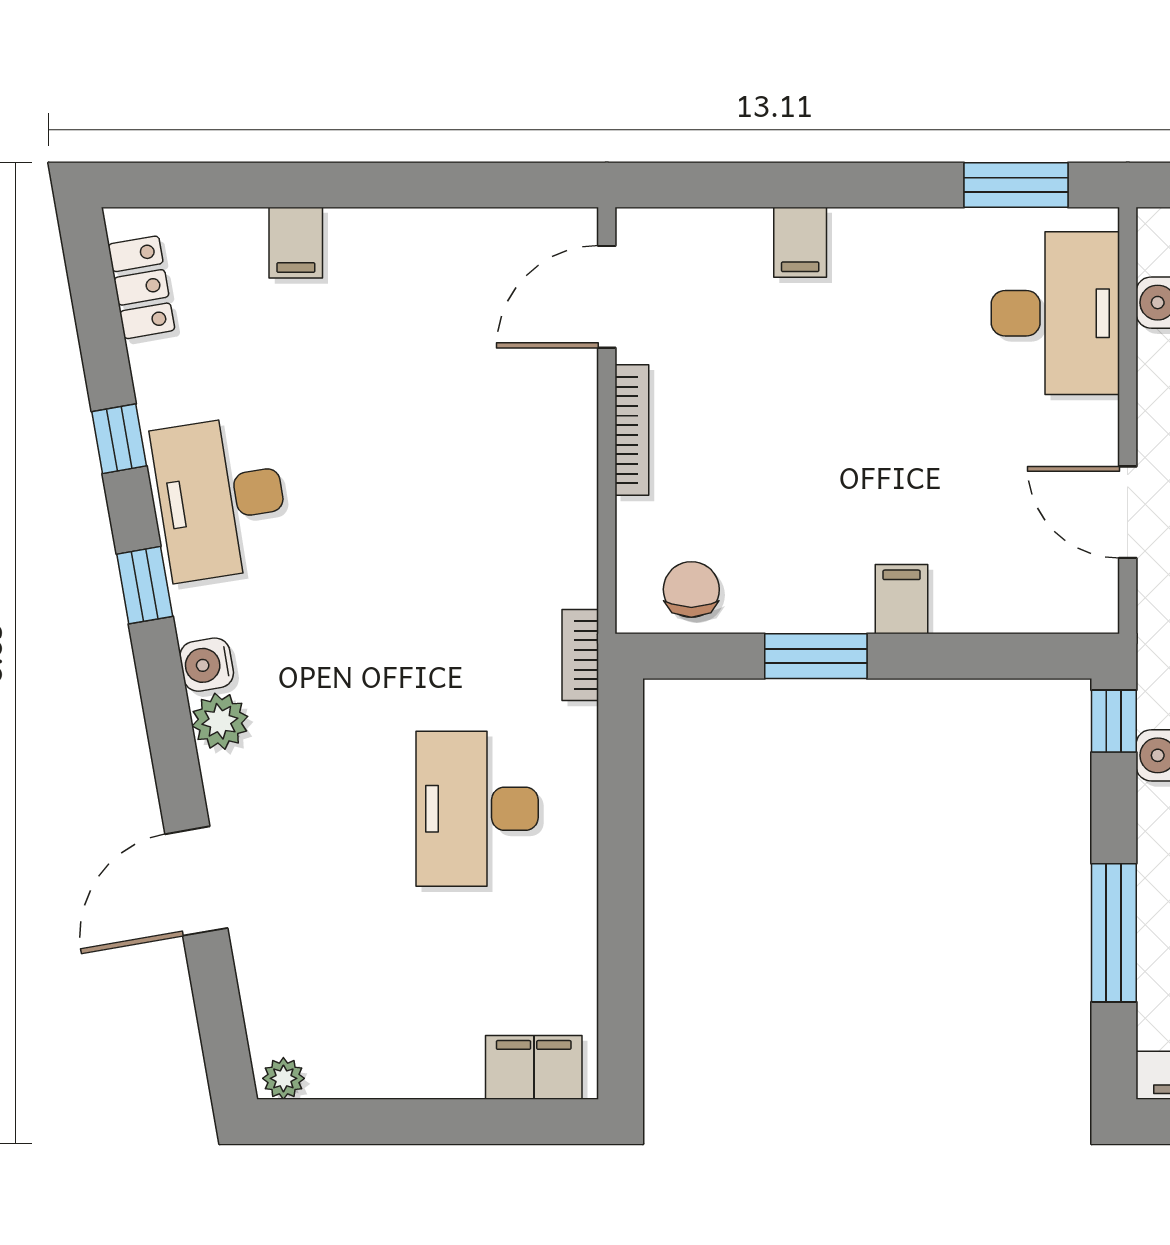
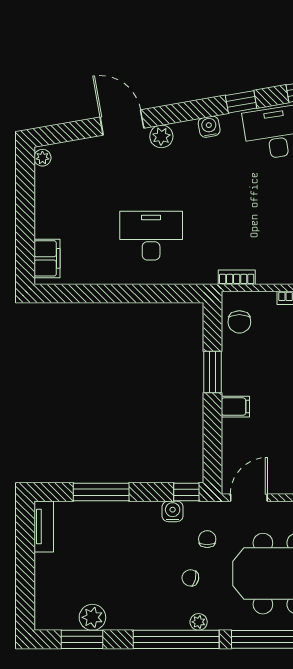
door: (1128, 512) -> (249, 498), moved
chair: (691, 589) -> (239, 322), turned 90
bookcase: (580, 655) -> (237, 277), moved
plant: (220, 721) -> (161, 136), moved

